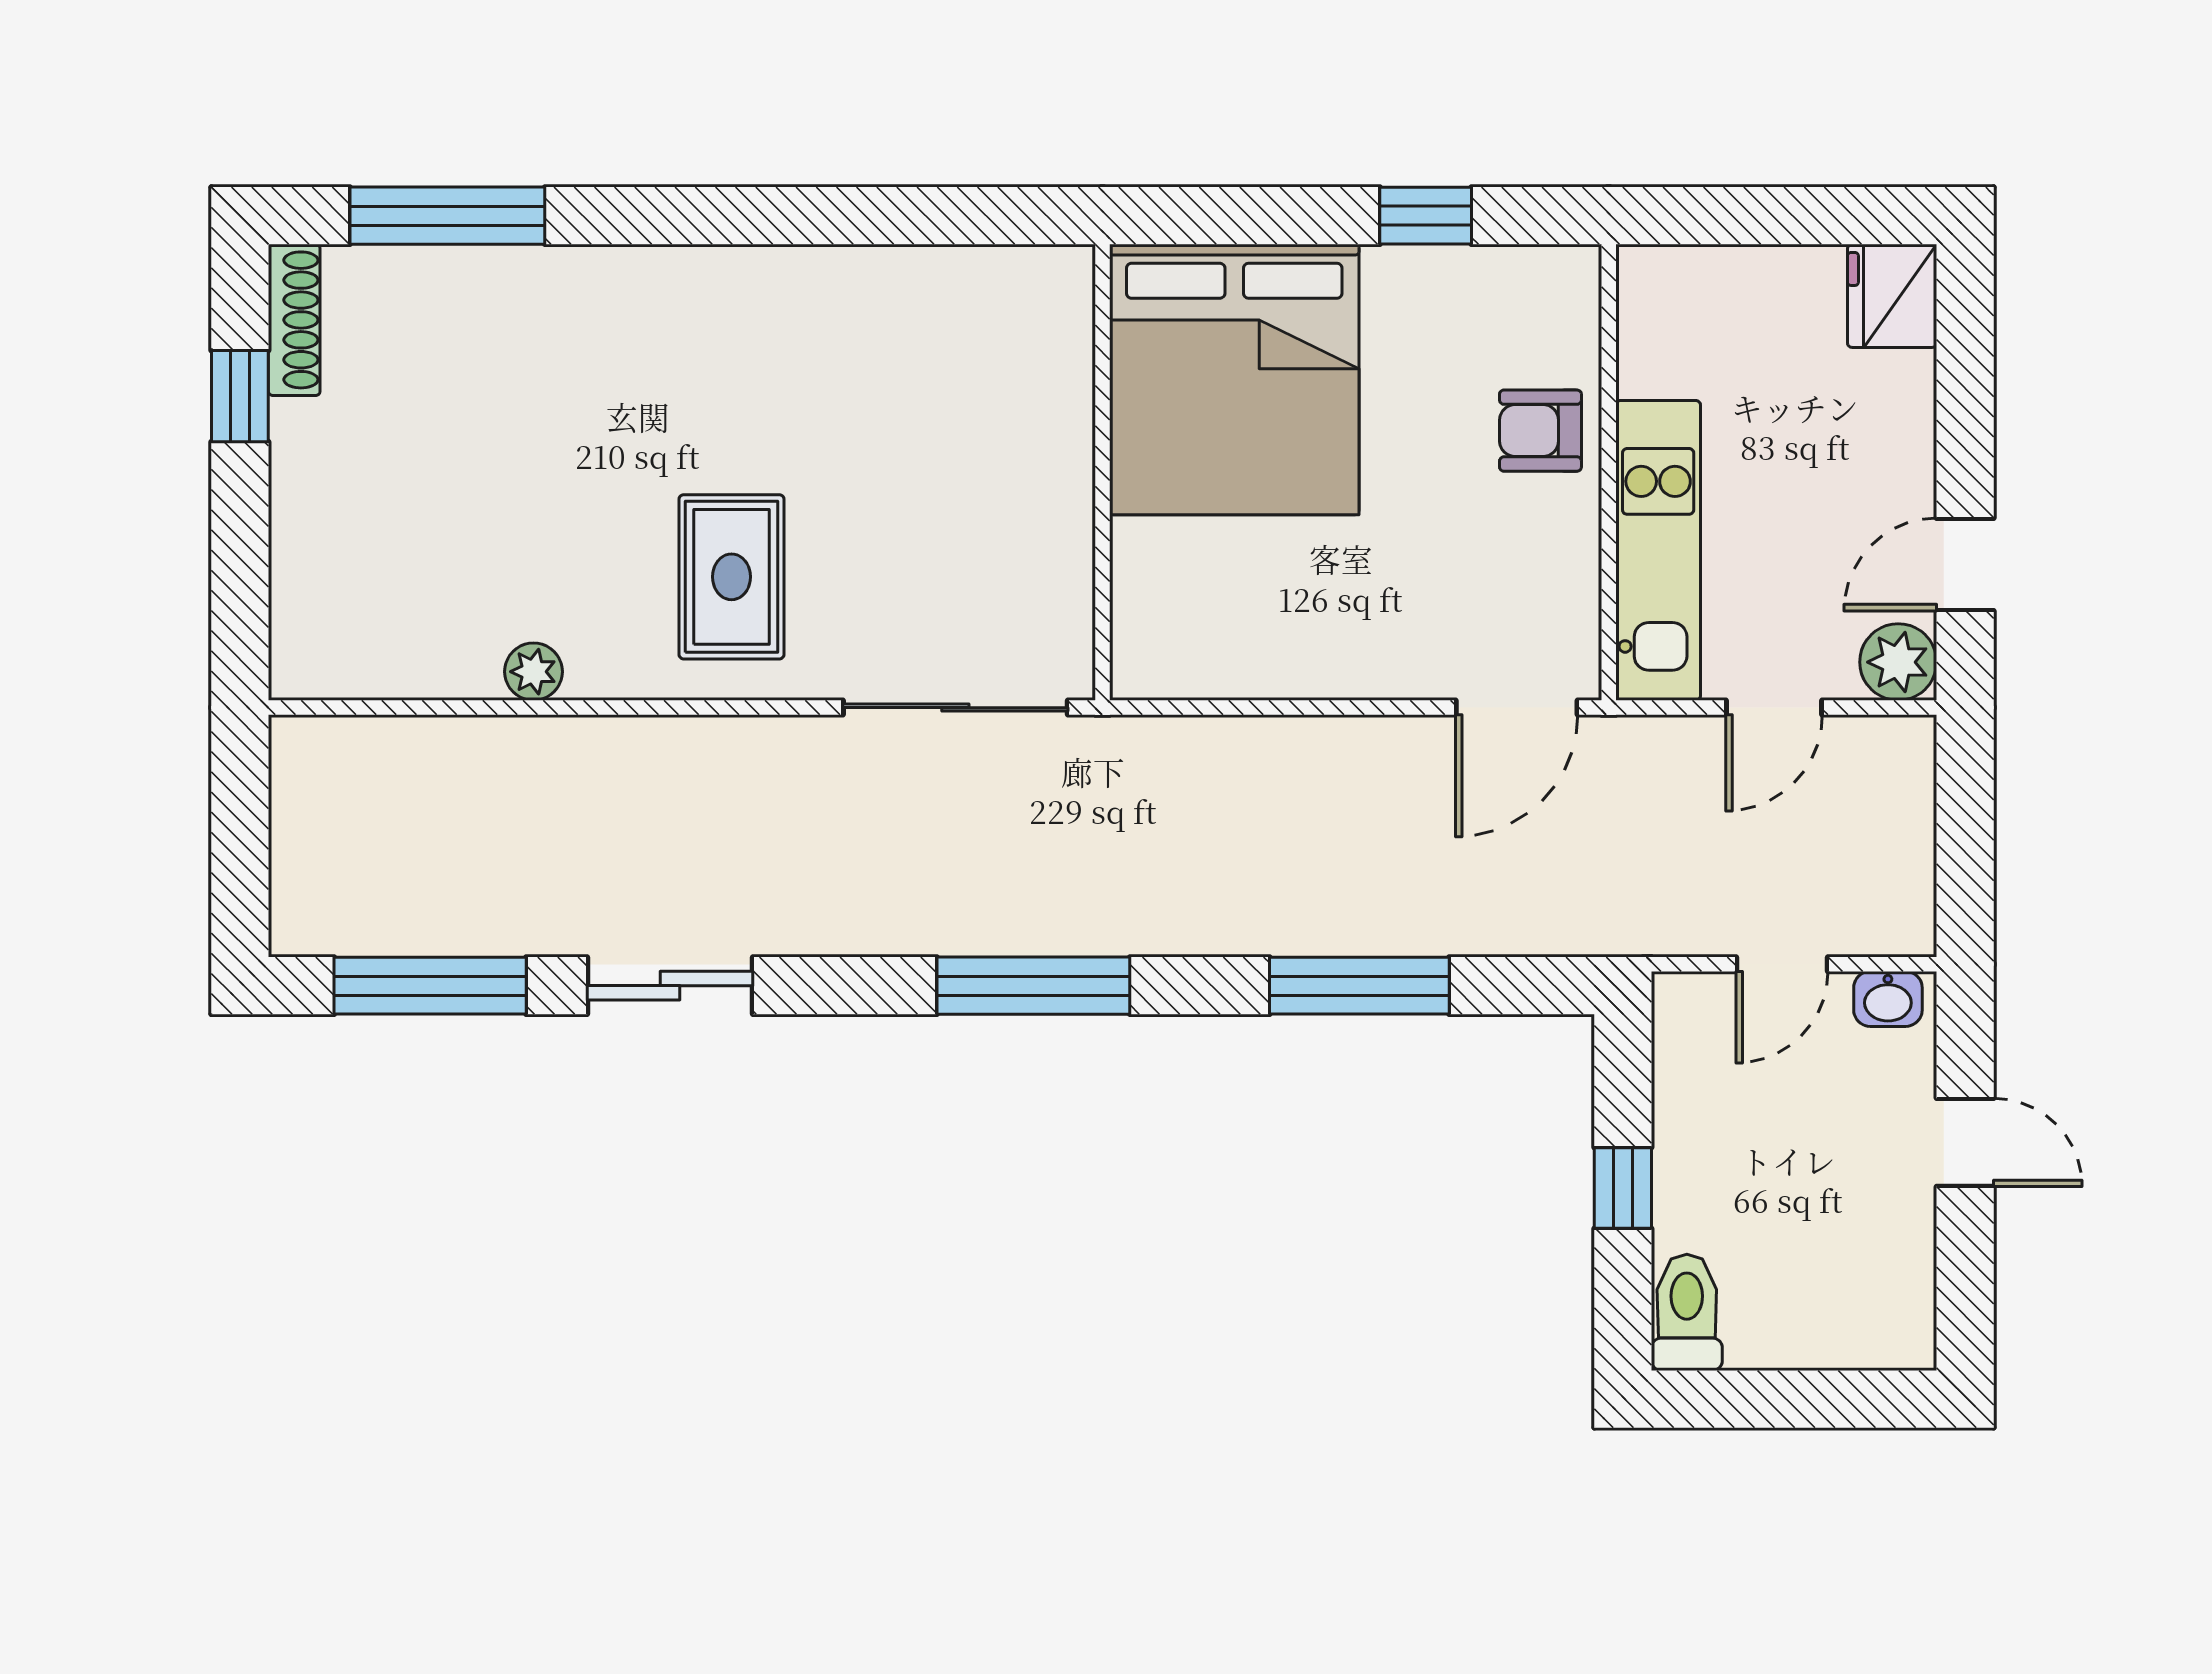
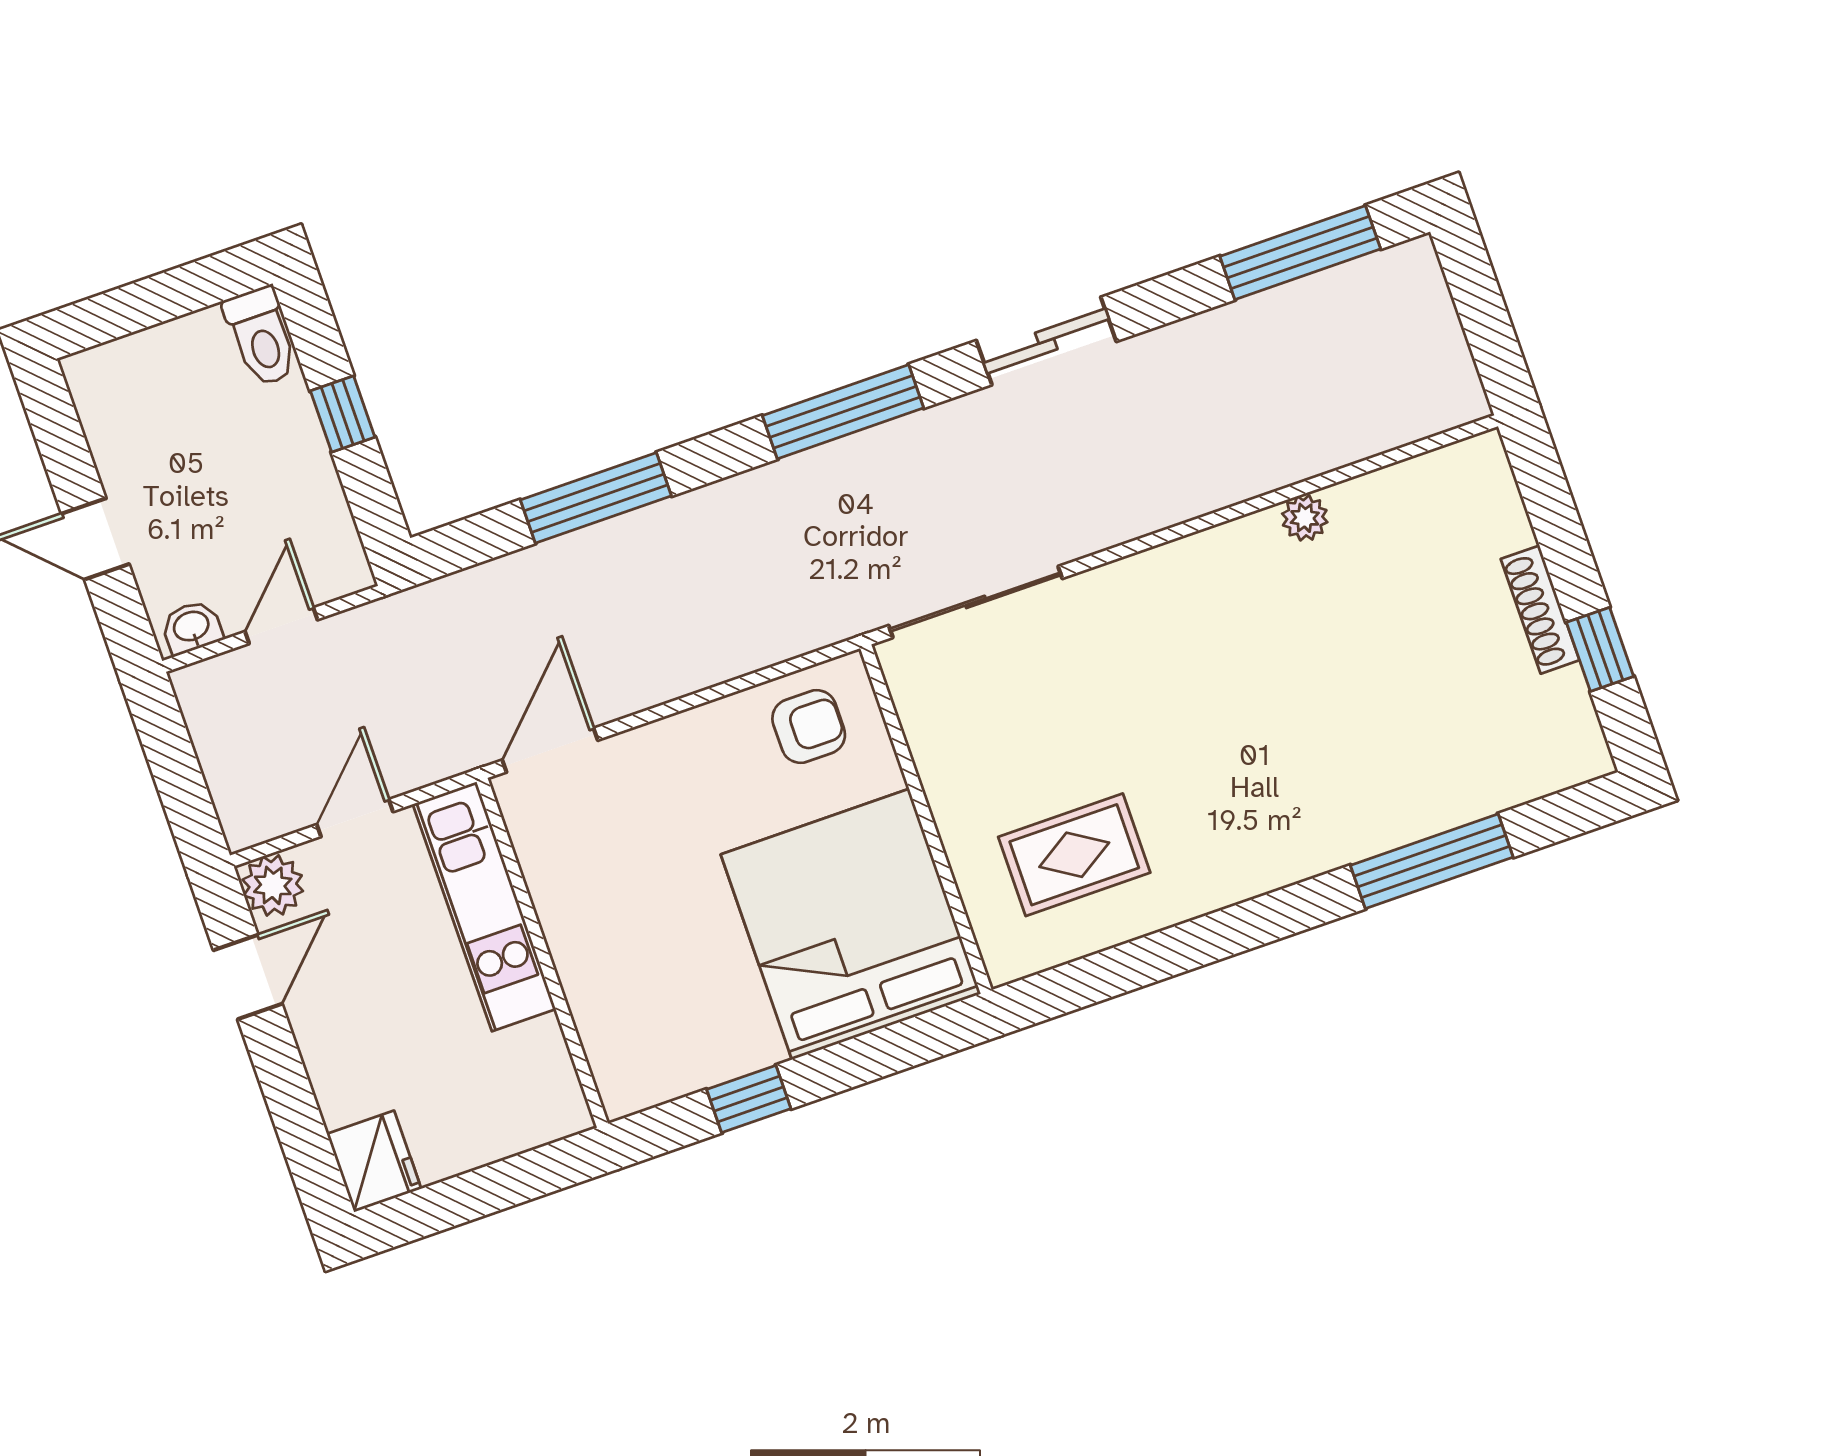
window: (447, 216) -> (1432, 861), moved
shoe rack: (294, 320) -> (1540, 610), moved
armchair: (1540, 431) -> (809, 726), moved
rug: (732, 577) -> (1074, 855), moved, turned 90
sliding door: (670, 986) -> (1046, 341), moved

